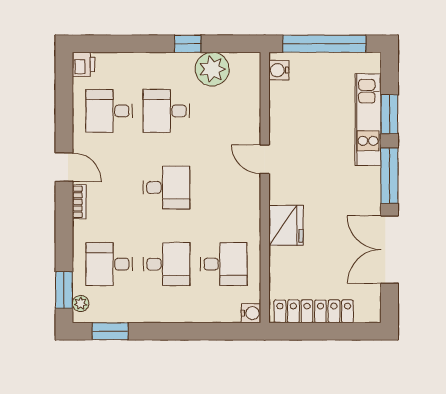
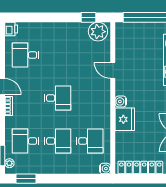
window: (188, 44) -> (88, 17), moved
plant: (212, 69) -> (98, 32), moved
water cooler: (279, 70) -> (121, 101), moved
desk: (166, 111) -> (58, 55), removed
door: (265, 159) -> (113, 70), moved

